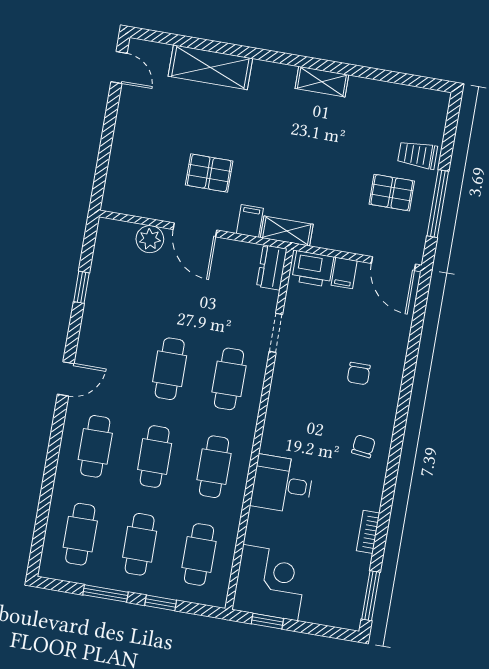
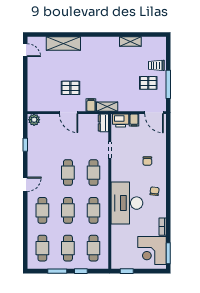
shelving: (322, 82) -> (130, 42), moved
plant: (150, 239) -> (34, 120), moved
desk: (282, 484) -> (127, 203), width x1.87, depth x1.30
corner desk: (270, 583) -> (152, 250), moved, turned 180

